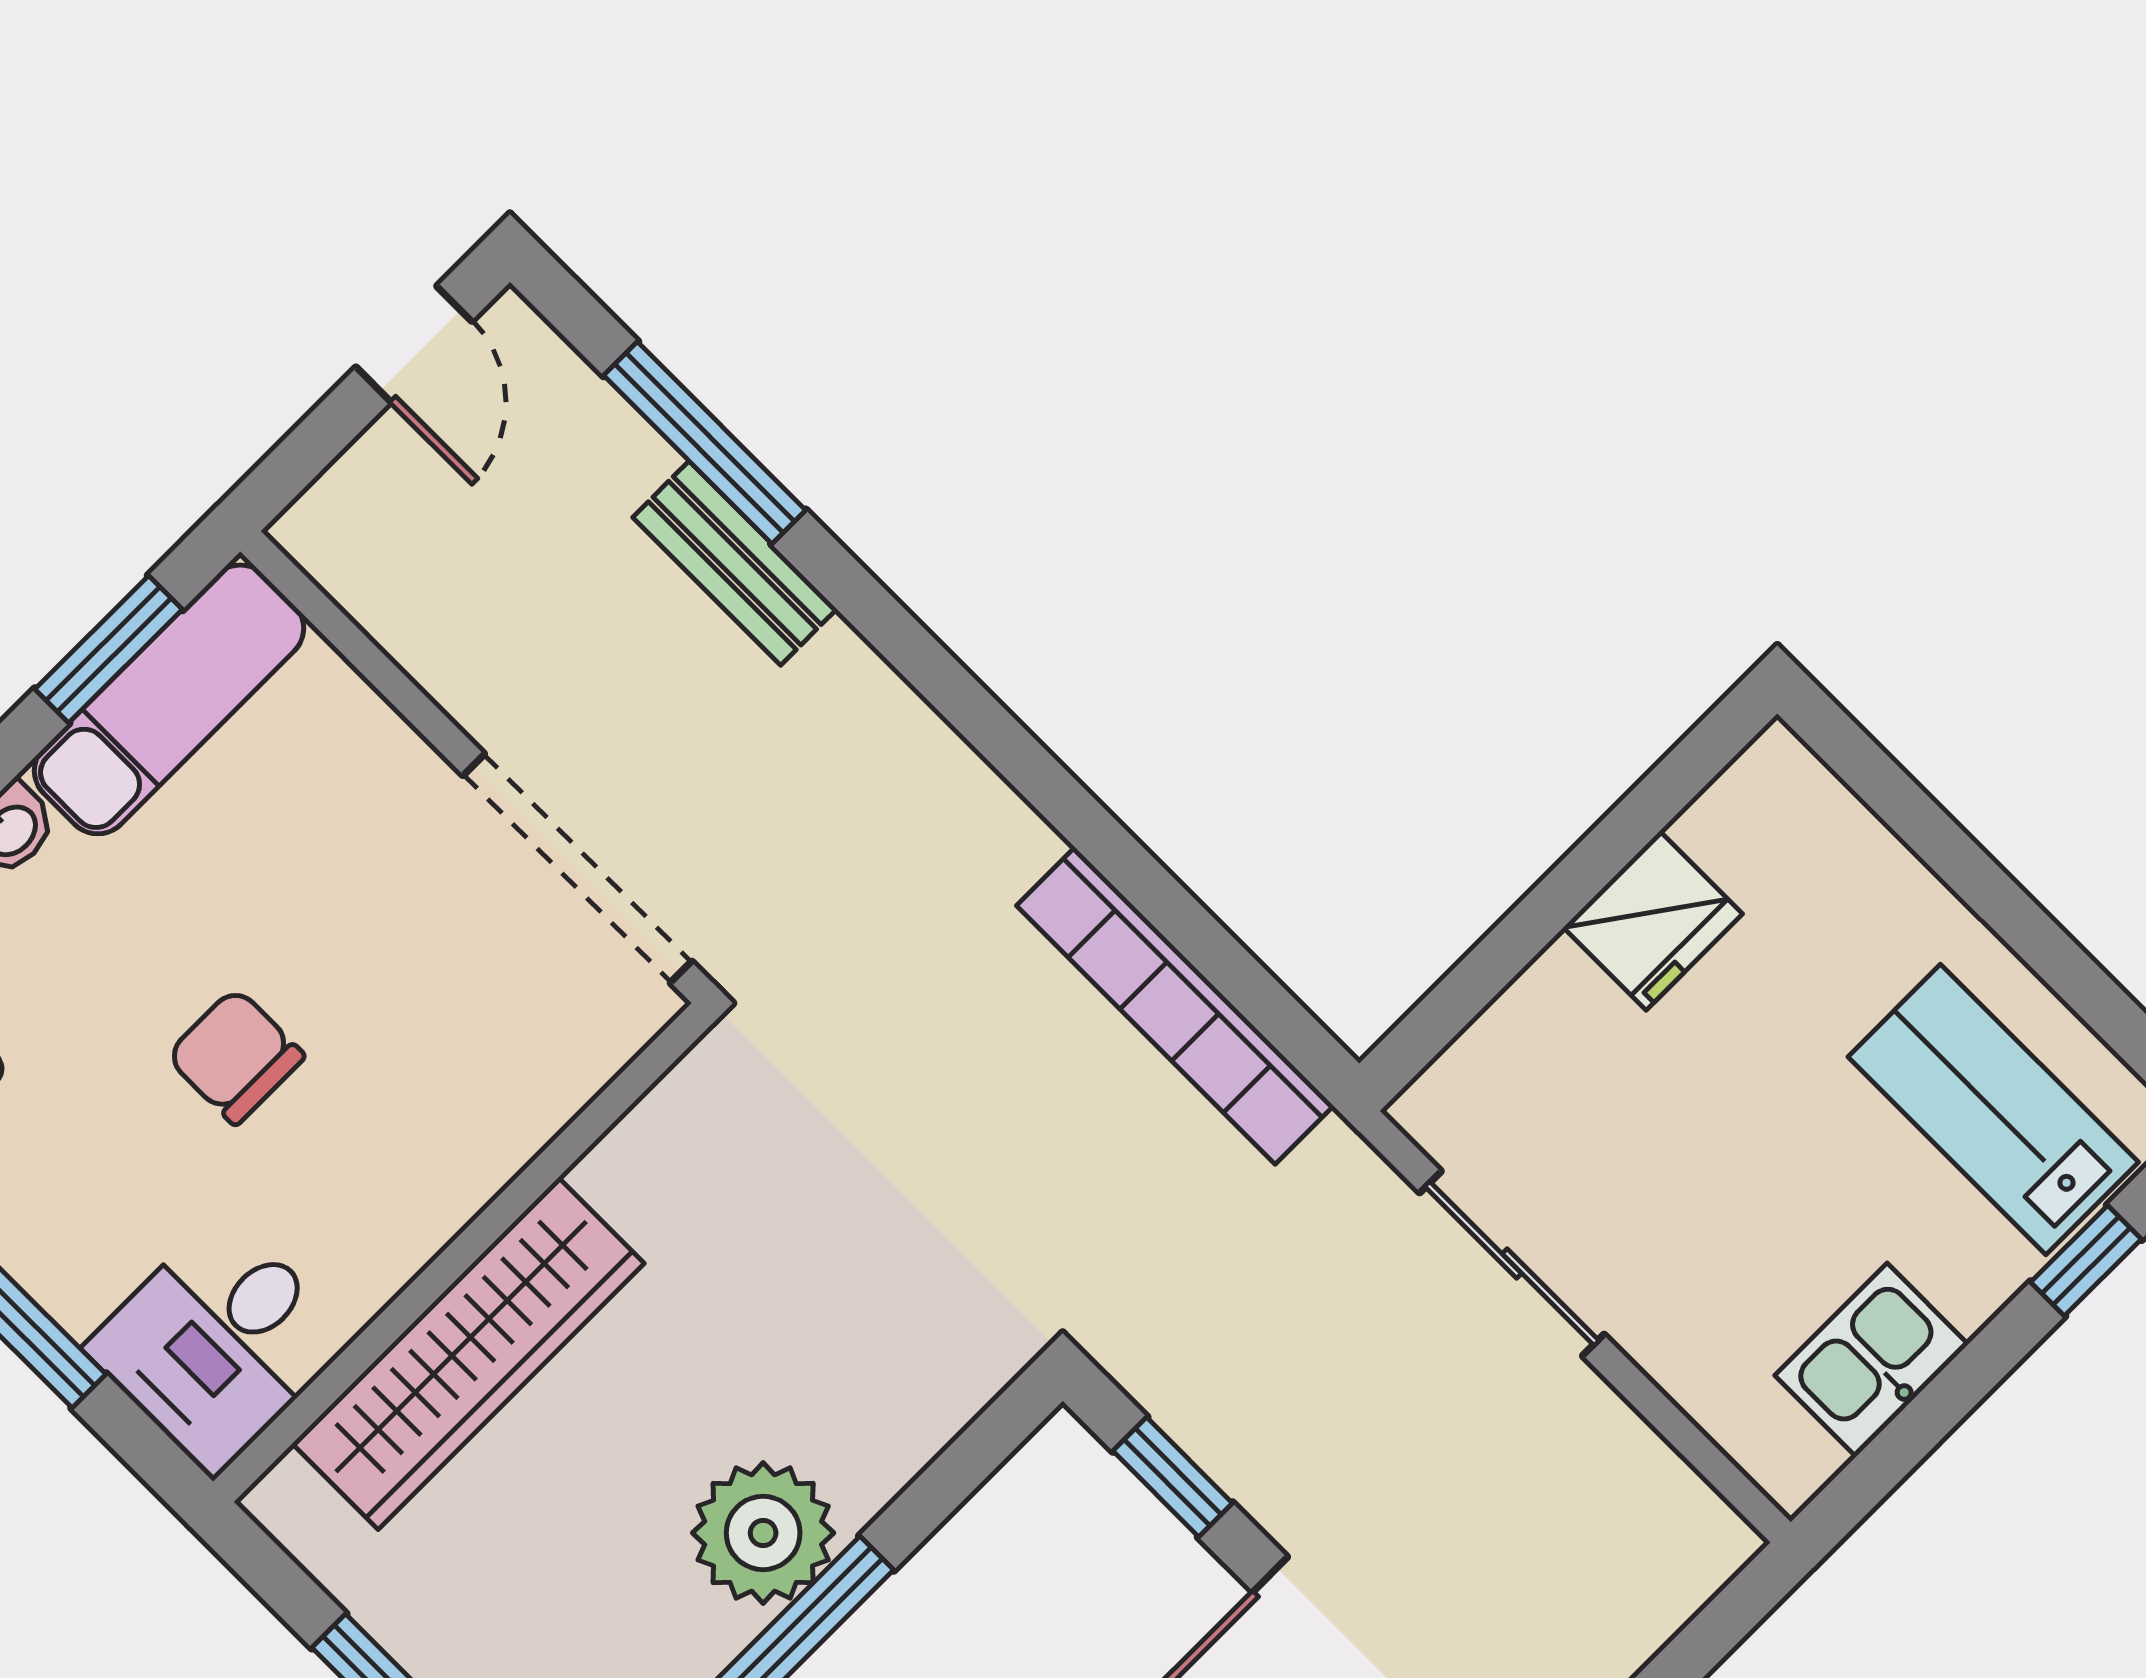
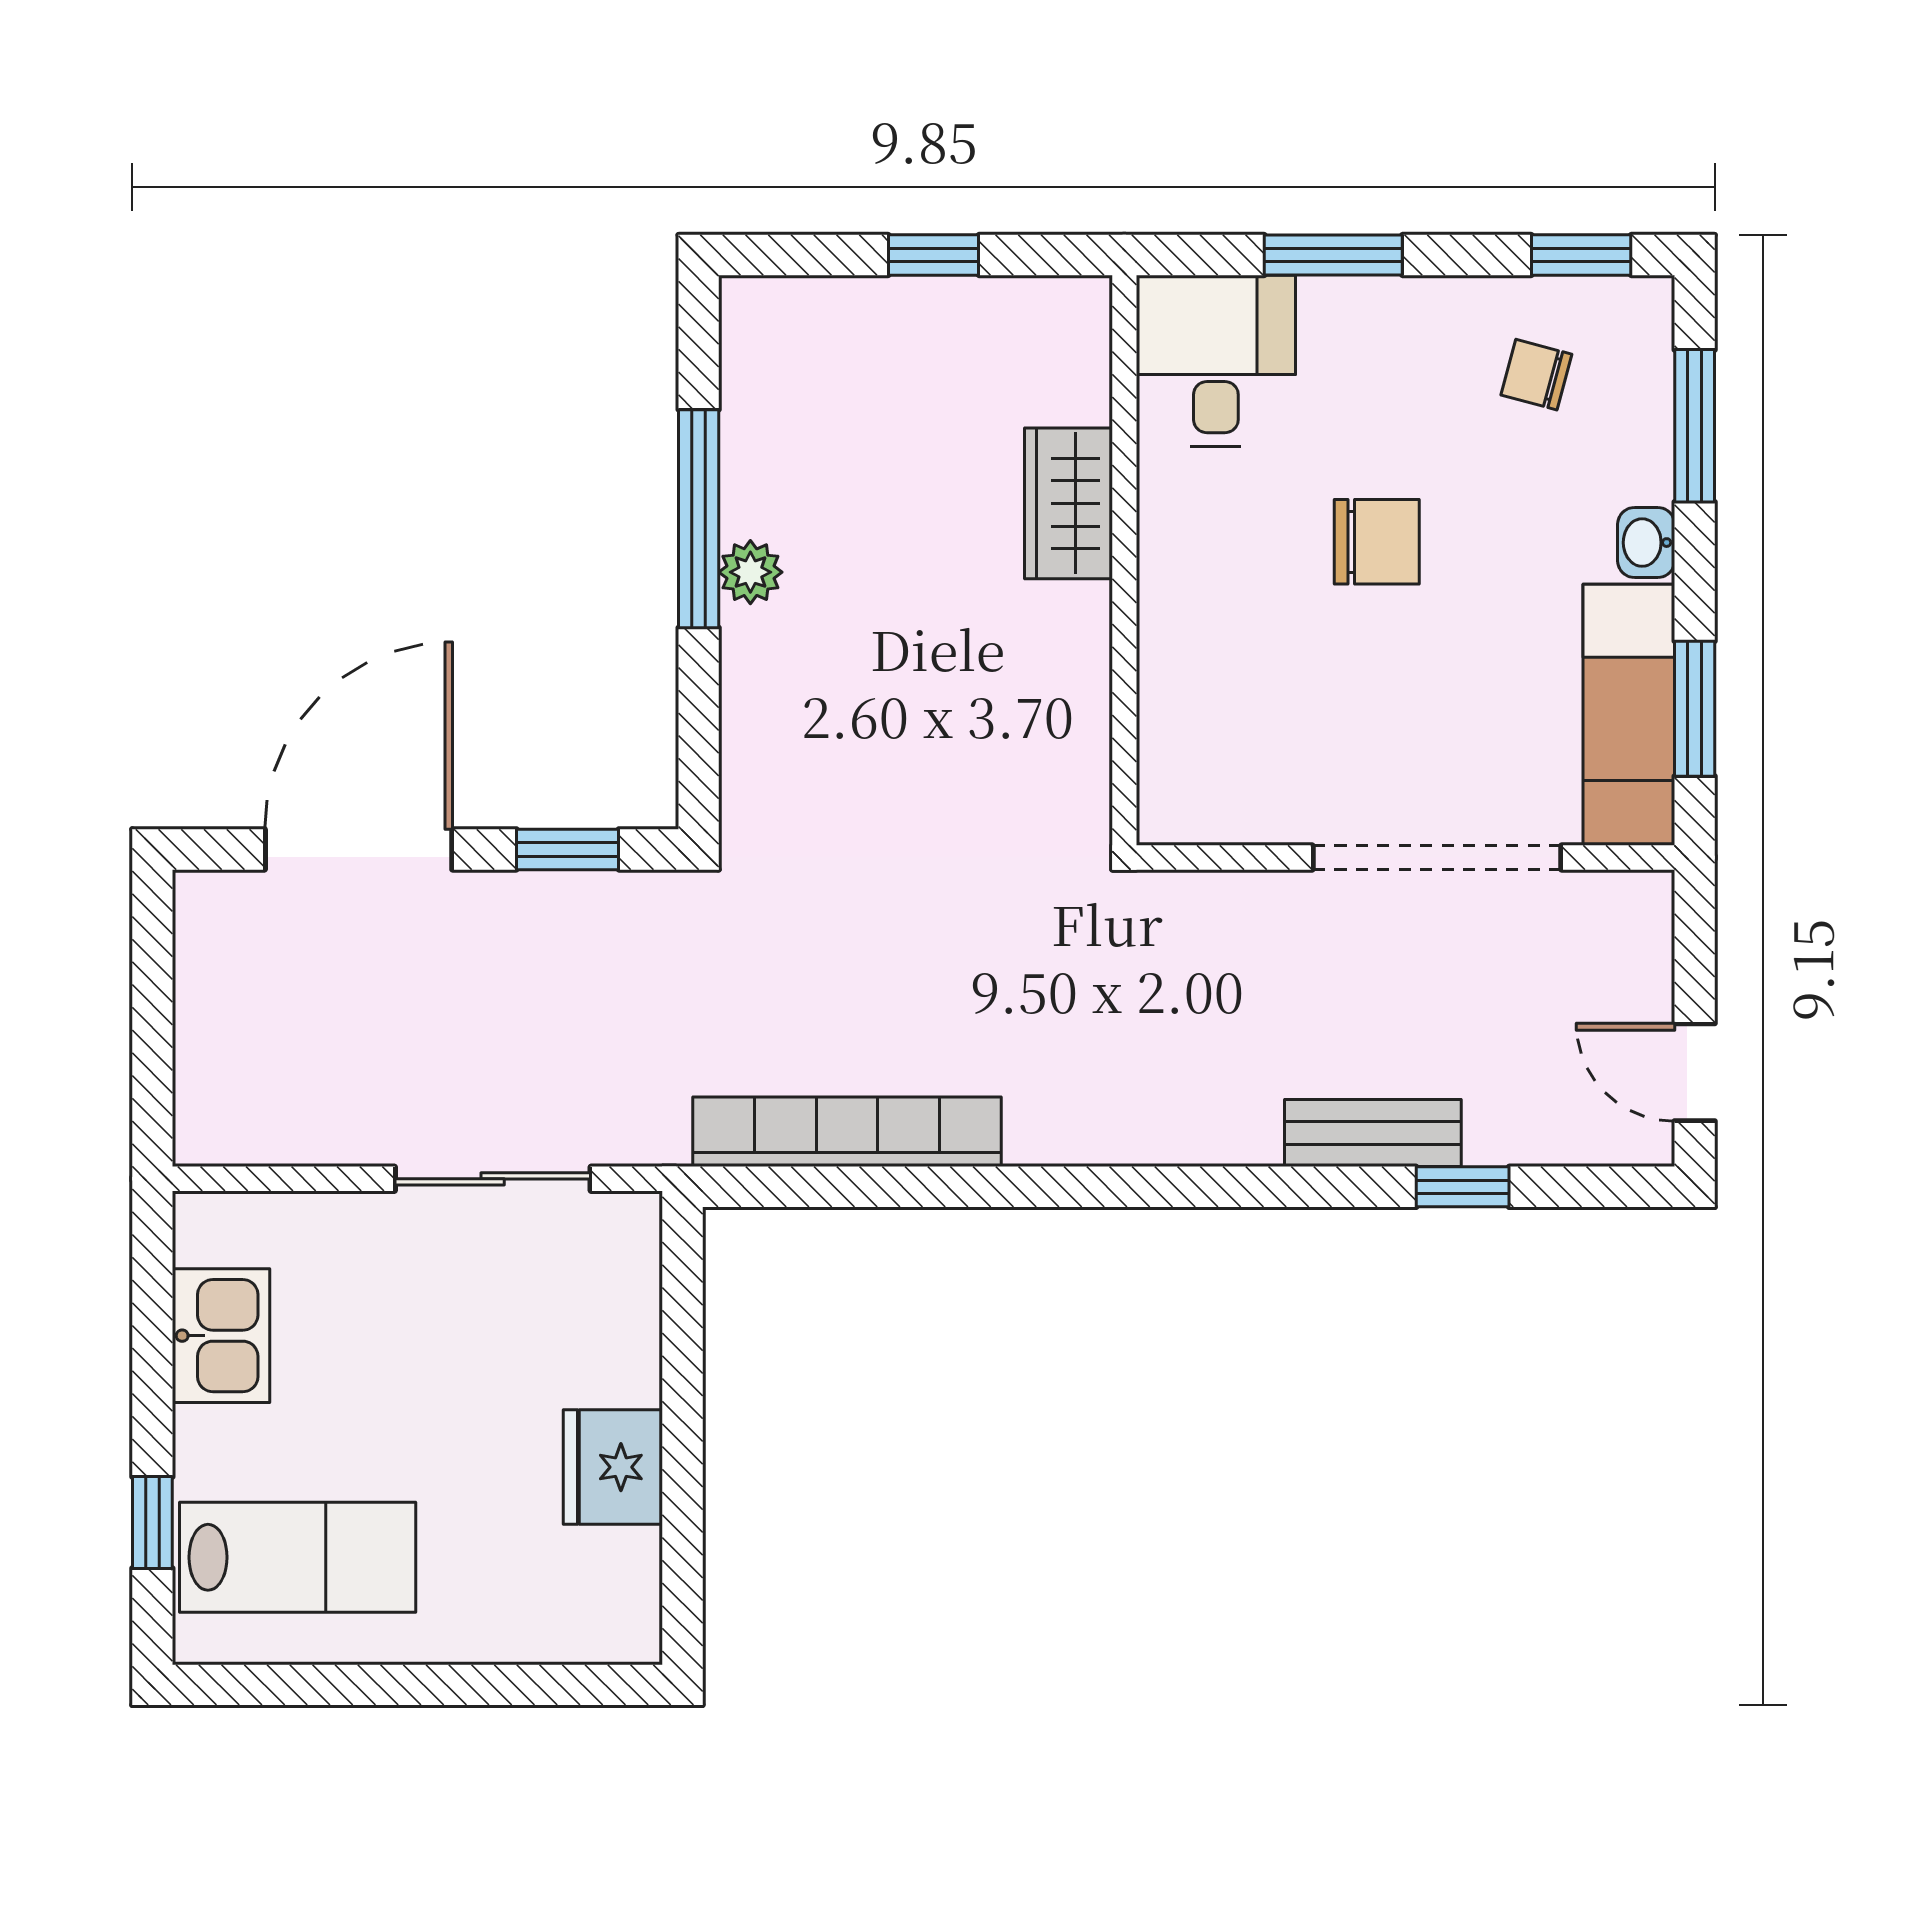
window: (705, 443) -> (1463, 1187), width x0.46
doorway: (577, 868) -> (1437, 857), moved
wardrobe: (468, 1353) -> (1068, 503), width x0.48, depth x0.85
plant: (763, 1533) -> (750, 572), width x0.53, depth x0.53

